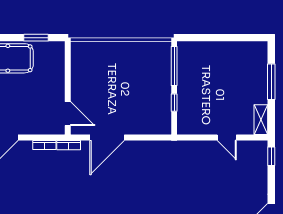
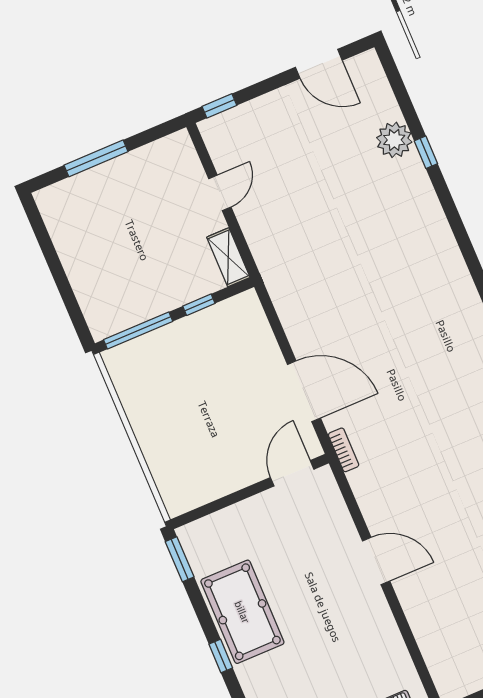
window: (36, 38) -> (180, 559), moved
shelving: (261, 120) -> (228, 257), moved, turned 90
bookcase: (44, 145) -> (360, 490), removed

